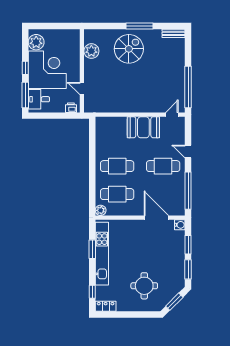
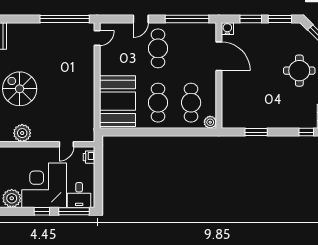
door: (172, 115) -> (97, 38), swing flipped
booth: (143, 127) -> (118, 101), moved, width x1.36, depth x1.42
door: (156, 218) -> (219, 56), swing flipped
kitchen unit: (102, 254) -> (261, 121), removed

